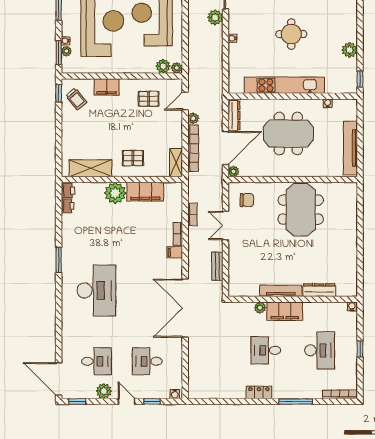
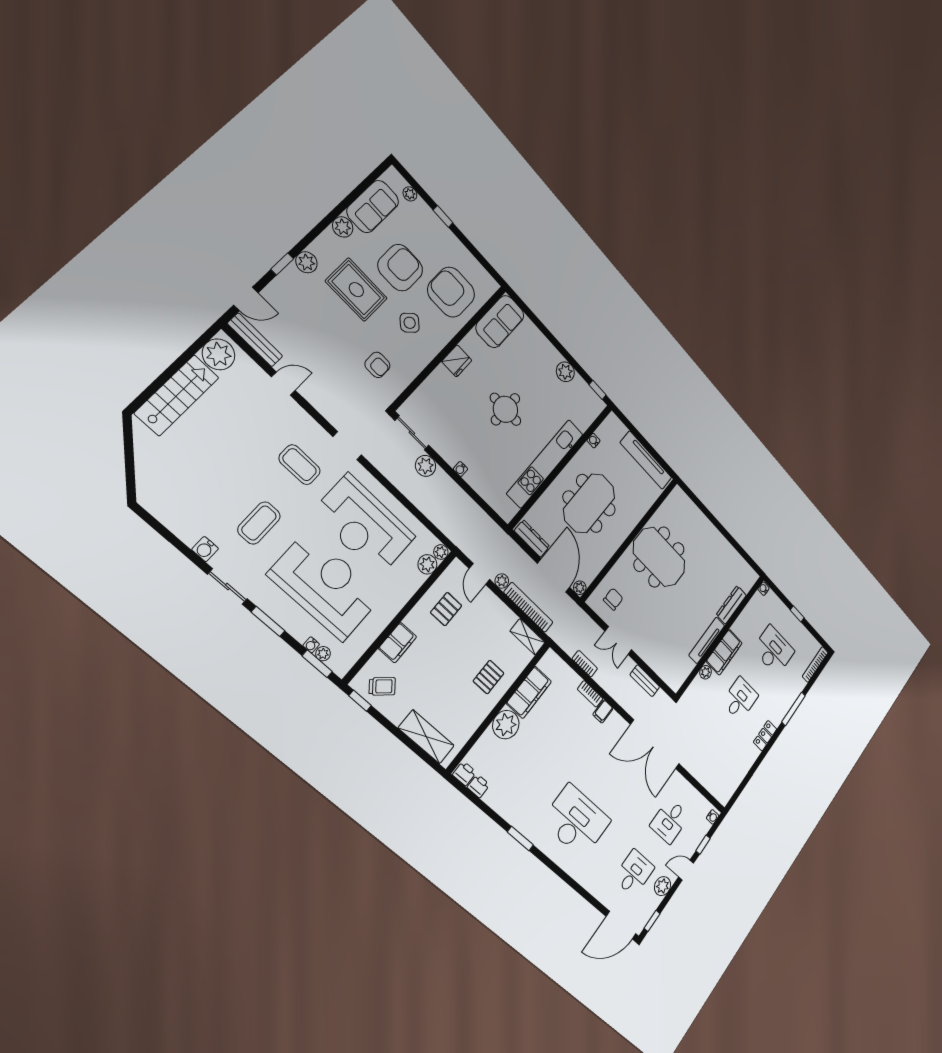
shelving: (90, 168) -> (426, 737), moved, turned 90
desk: (266, 350) -> (740, 699), turned 180

